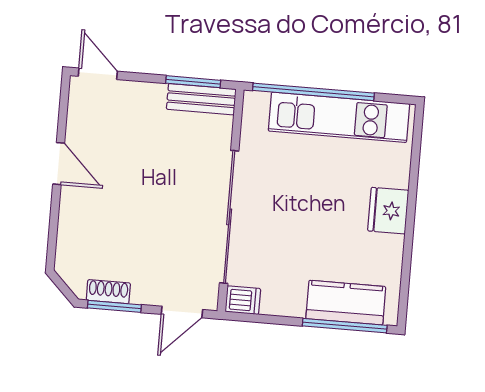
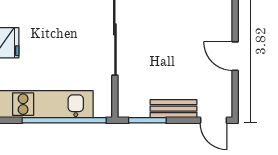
bench: (201, 99) -> (173, 109), moved

